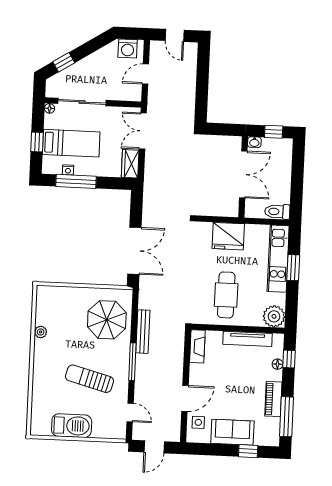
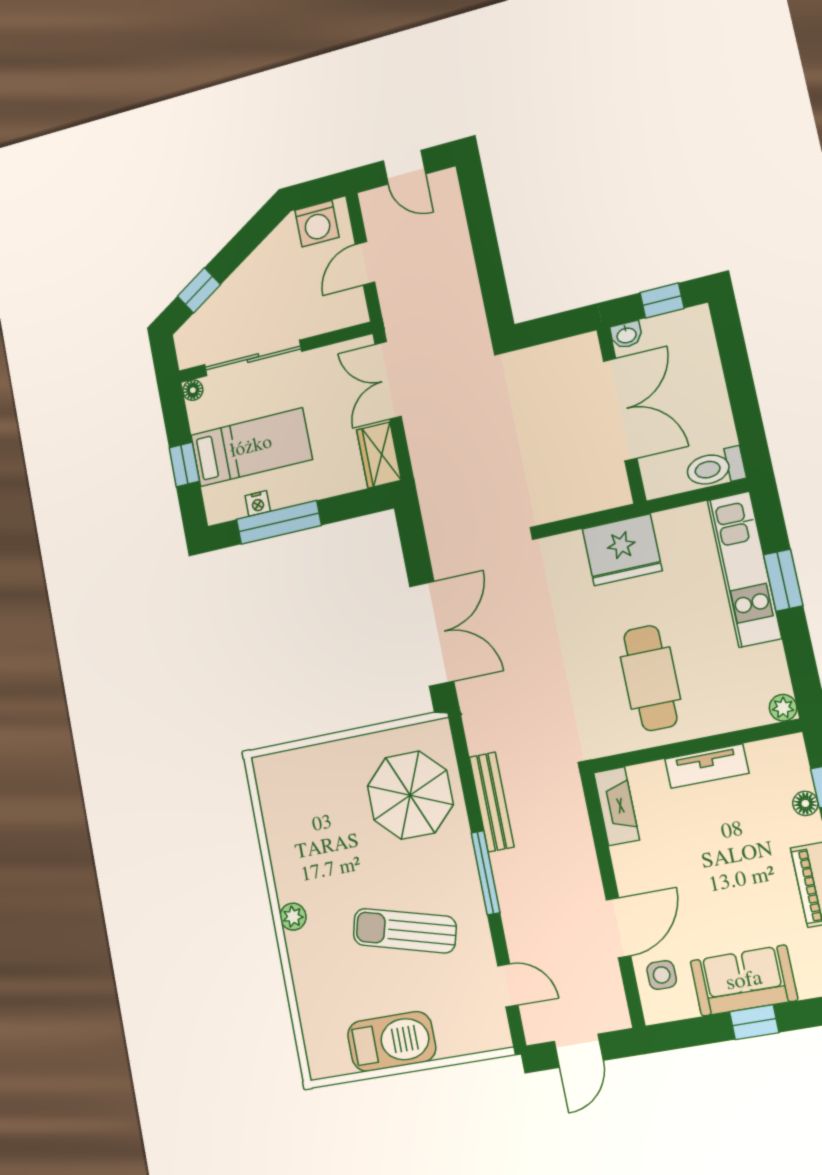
plant: (274, 316) -> (783, 708), width x0.53, depth x0.53
plant: (41, 332) -> (293, 917), moved
tv unit: (248, 339) -> (707, 766), width x0.71
window: (248, 451) -> (754, 1022), moved

